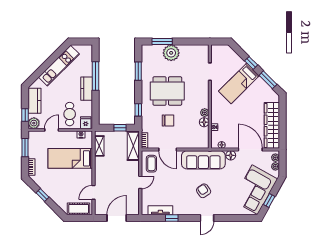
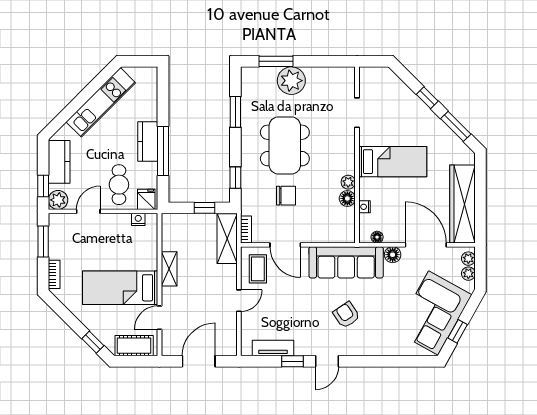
window: (96, 76) -> (163, 151), moved
bed: (239, 83) -> (393, 162), moved, turned -135
dining table: (167, 91) -> (285, 145), turned 90
shelving: (99, 146) -> (169, 269), moved
bed: (70, 158) -> (120, 288), moved
window: (42, 195) -> (93, 342), moved
door: (207, 218) -> (327, 361), moved

